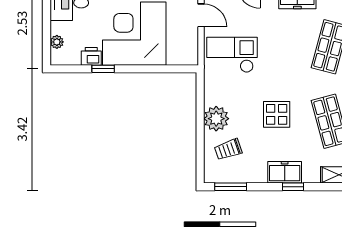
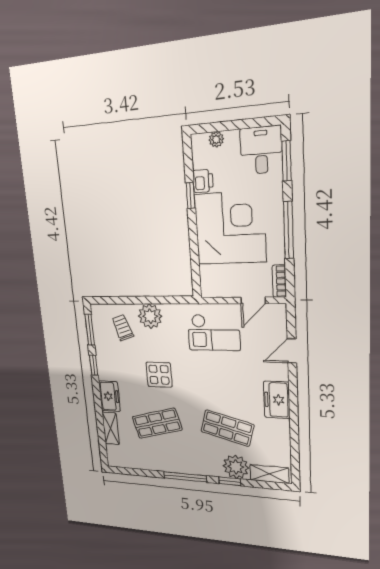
checkout: (232, 55) -> (214, 333), turned 90
freezer: (285, 172) -> (109, 396), moved
window: (293, 187) -> (94, 365), moved

